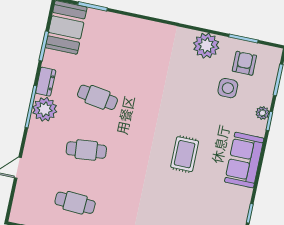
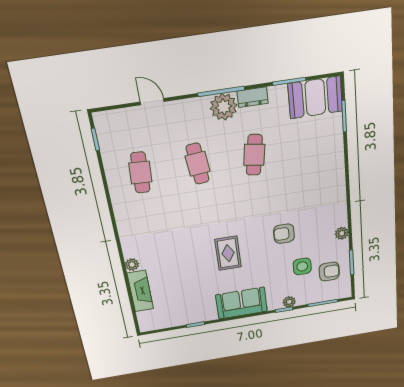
plant: (206, 46) -> (342, 233), width x0.53, depth x0.53
armchair: (185, 95) -> (284, 234), added
rug: (185, 154) -> (228, 253), turned 90

